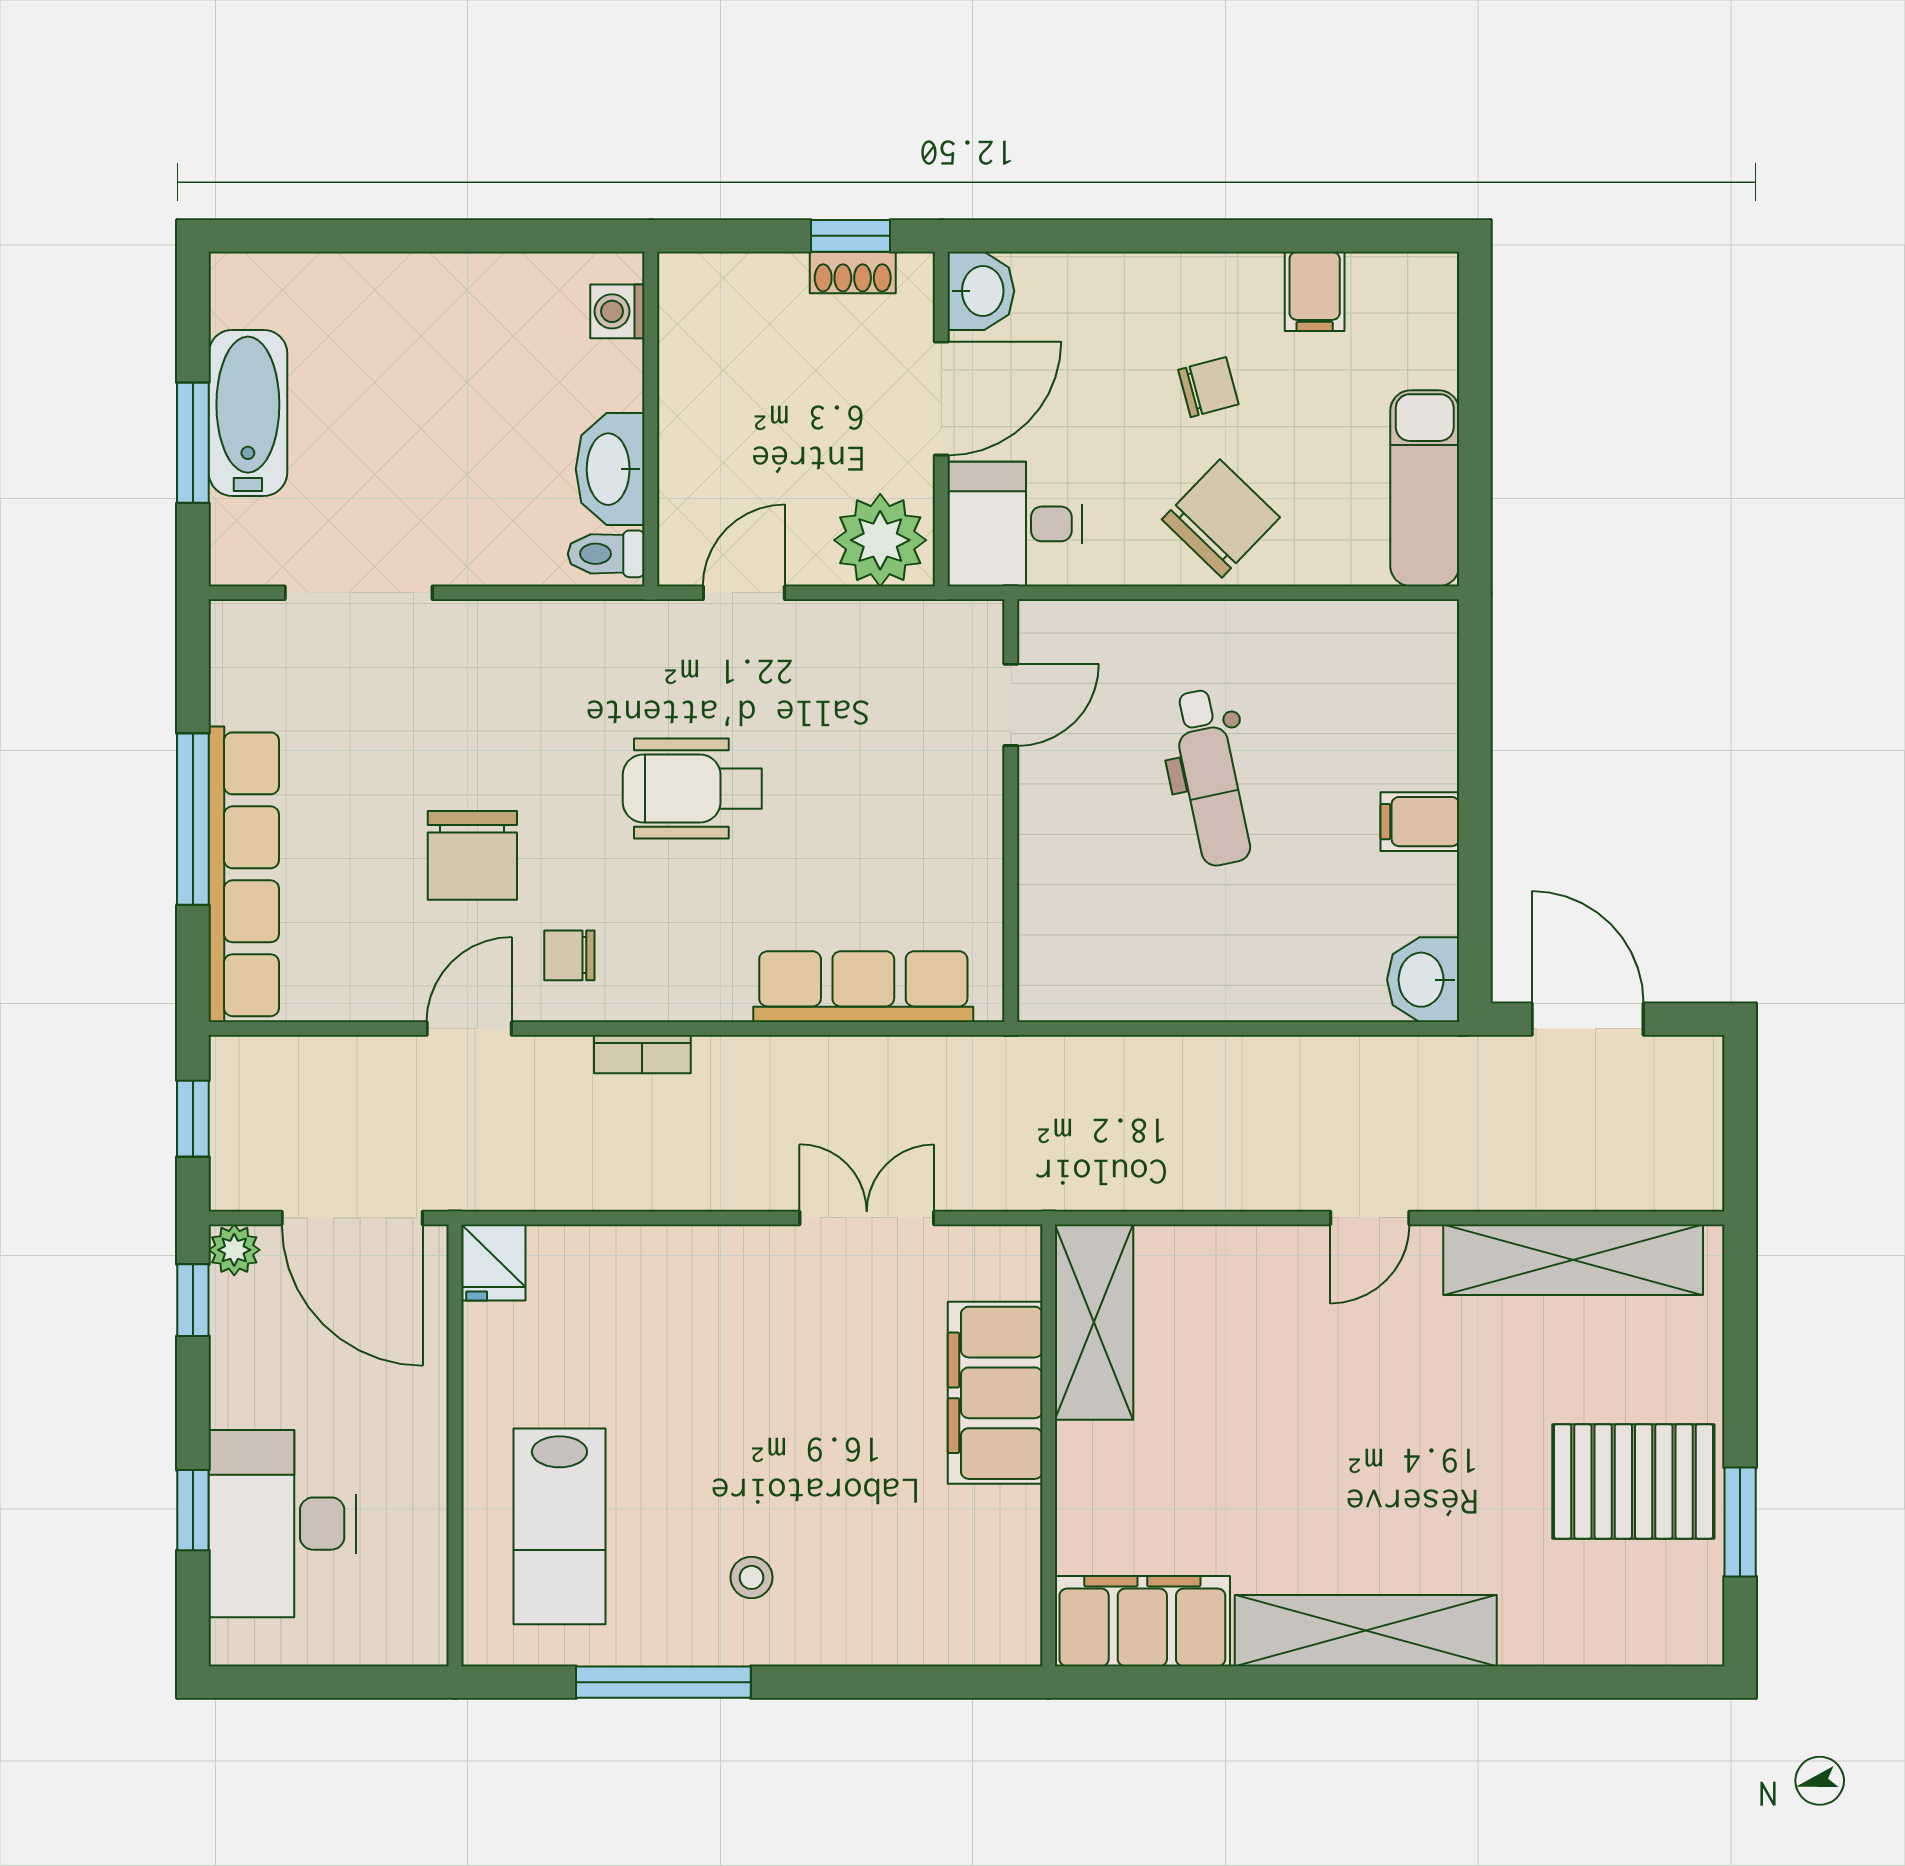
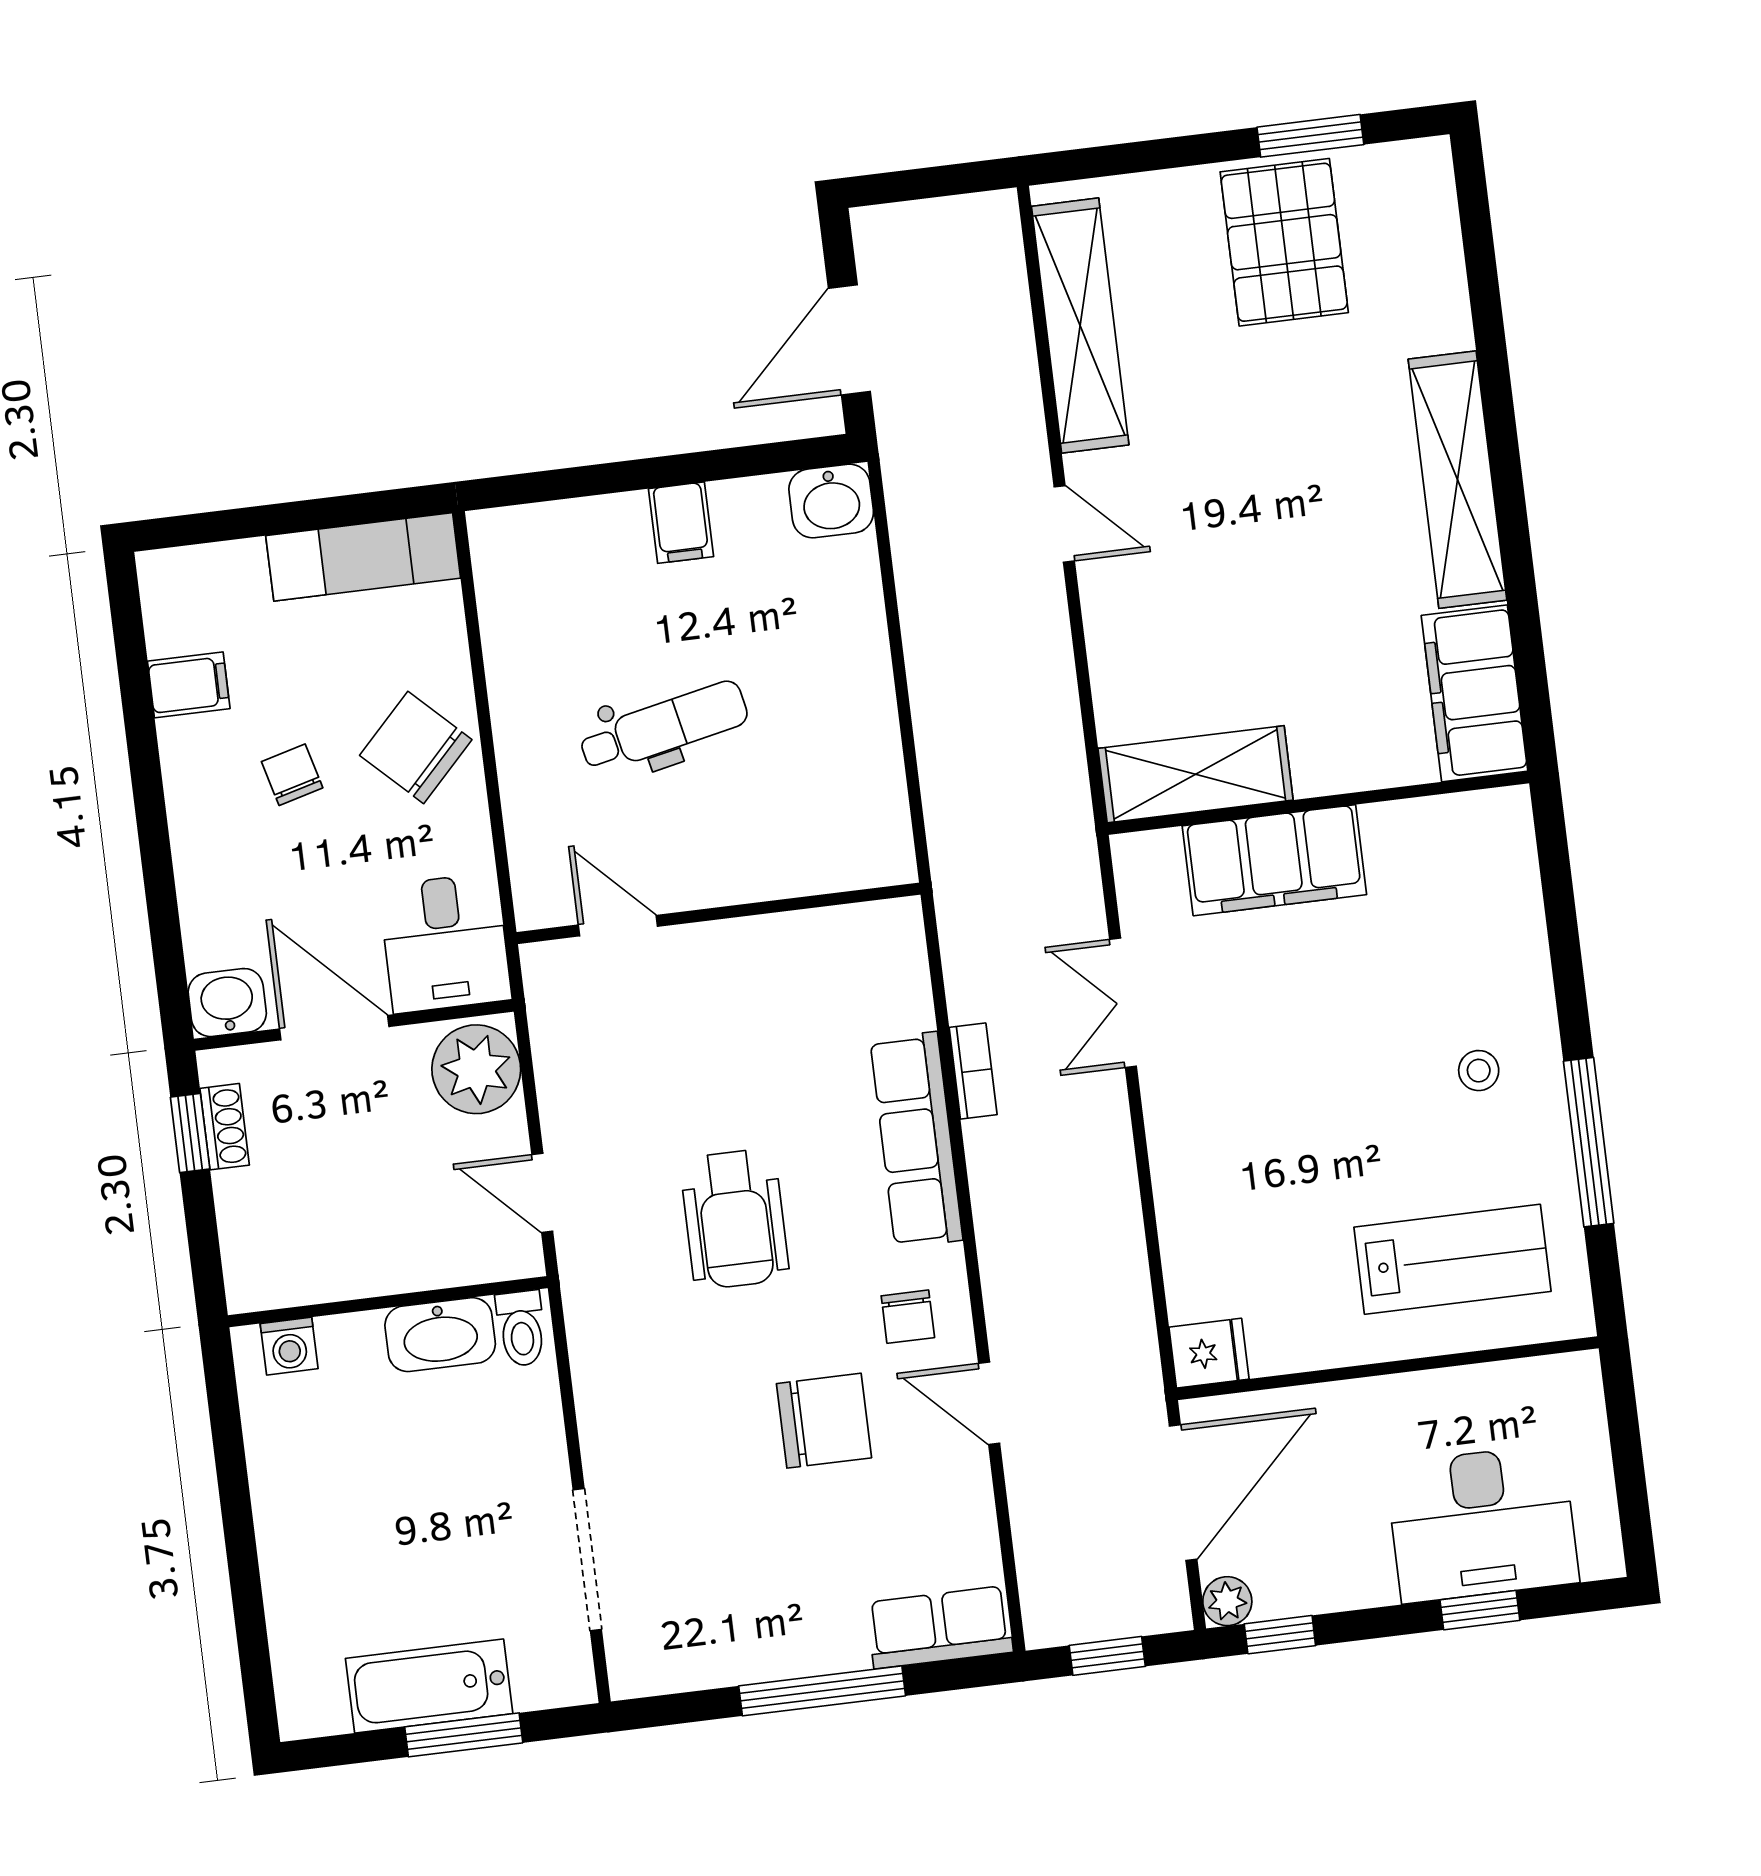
row of seats: (244, 874) -> (940, 1627), width x0.50
row of seats: (863, 987) -> (916, 1140), moved
bookcase: (642, 1054) -> (973, 1071), moved

